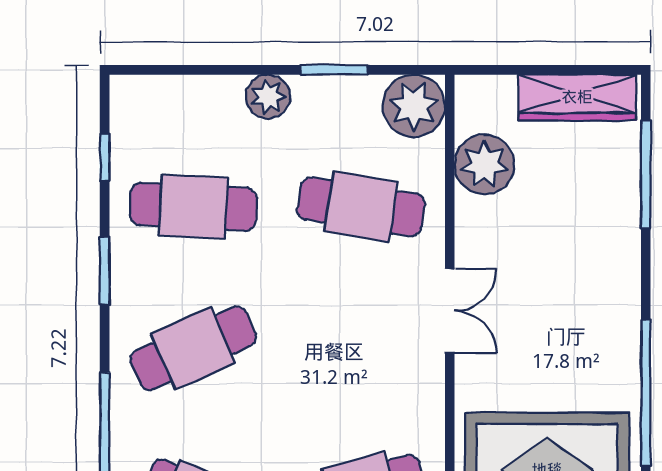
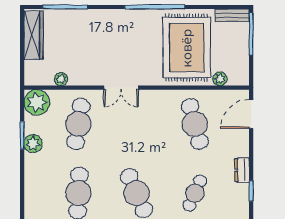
plant: (268, 97) -> (33, 144), moved
plant: (484, 165) -> (61, 79), width x0.53, depth x0.53
double door: (450, 311) -> (121, 88), swing flipped

